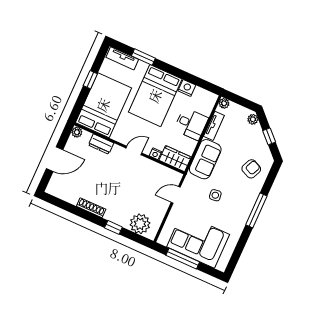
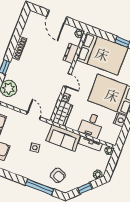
window: (256, 210) -> (39, 187), moved

